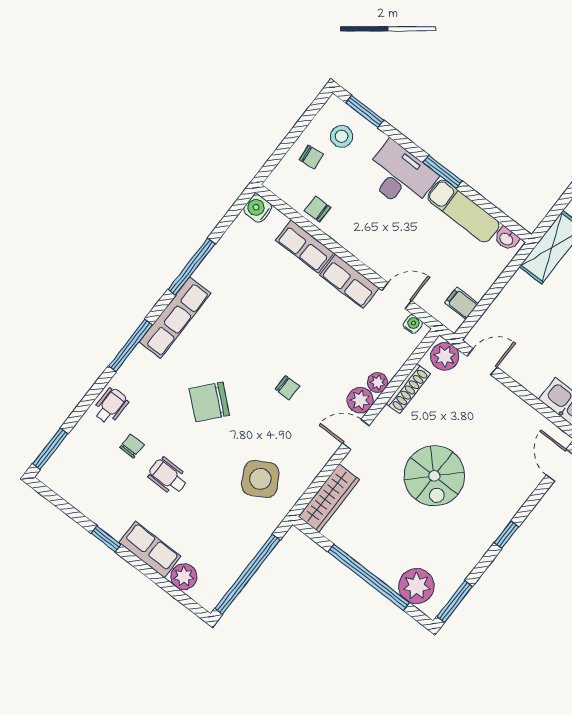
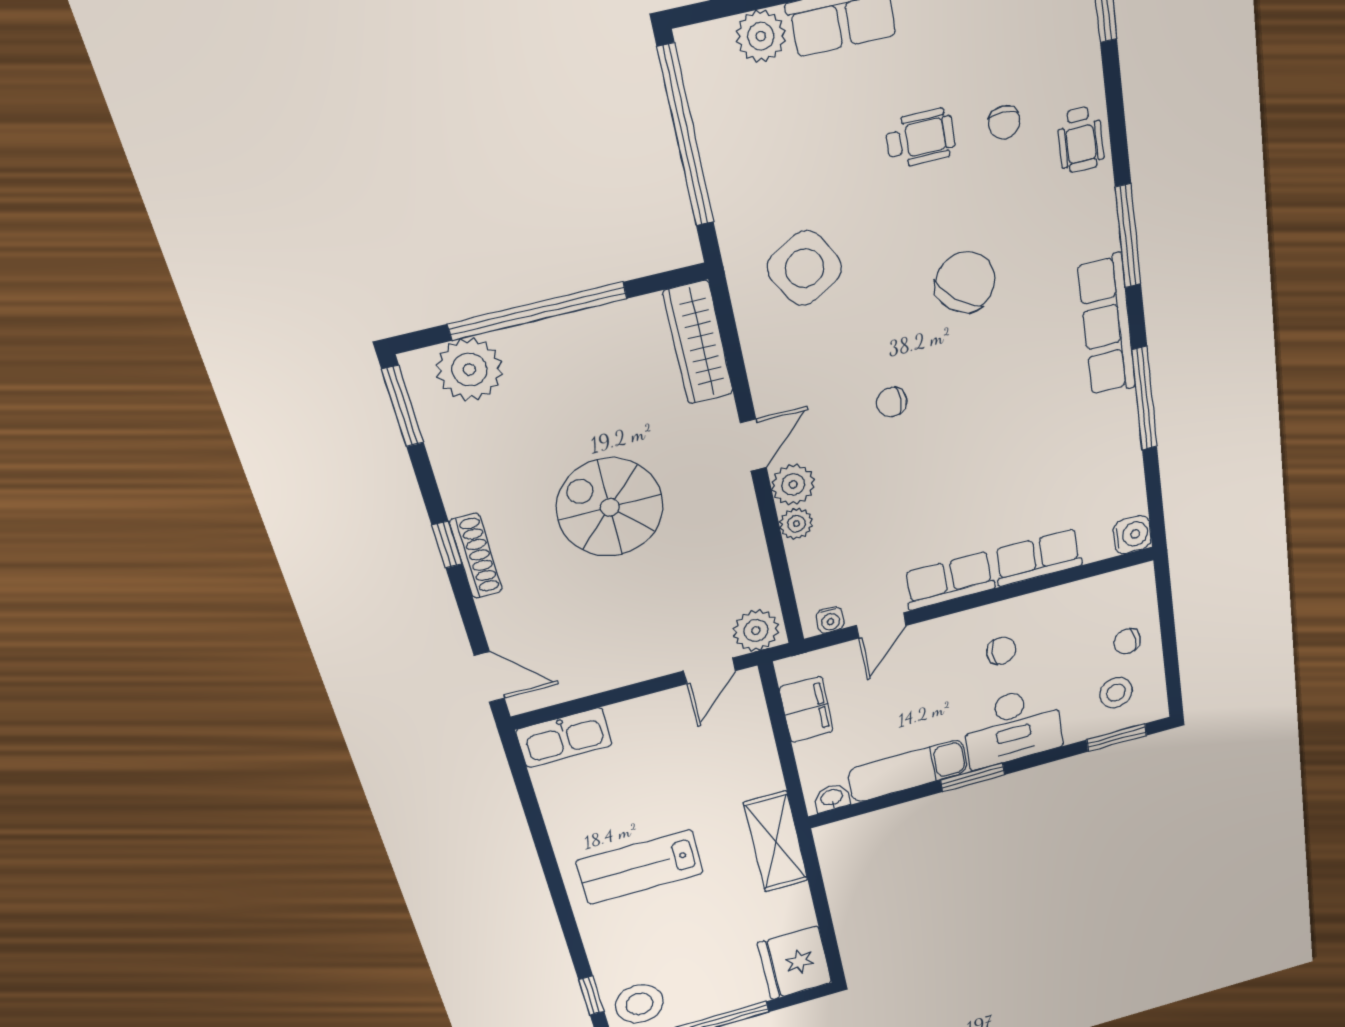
chair: (317, 209) -> (1001, 651), moved
filing cabinet: (461, 303) -> (806, 709), width x2.00
shoe rack: (408, 389) -> (476, 556), moved, turned 180

